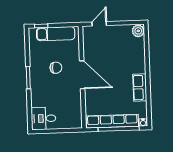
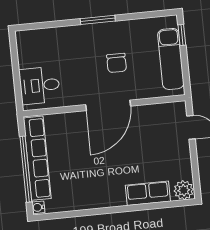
row of seats: (140, 88) -> (148, 193), moved
desk: (43, 118) -> (40, 85), moved, turned -90

